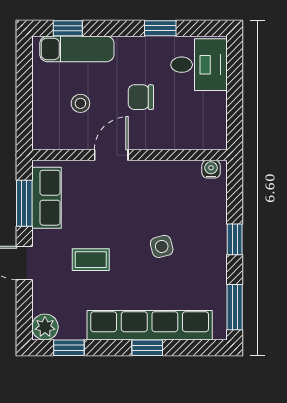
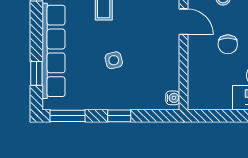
chair: (141, 97) -> (228, 44), turned 180
window: (147, 348) -> (36, 73), moved

